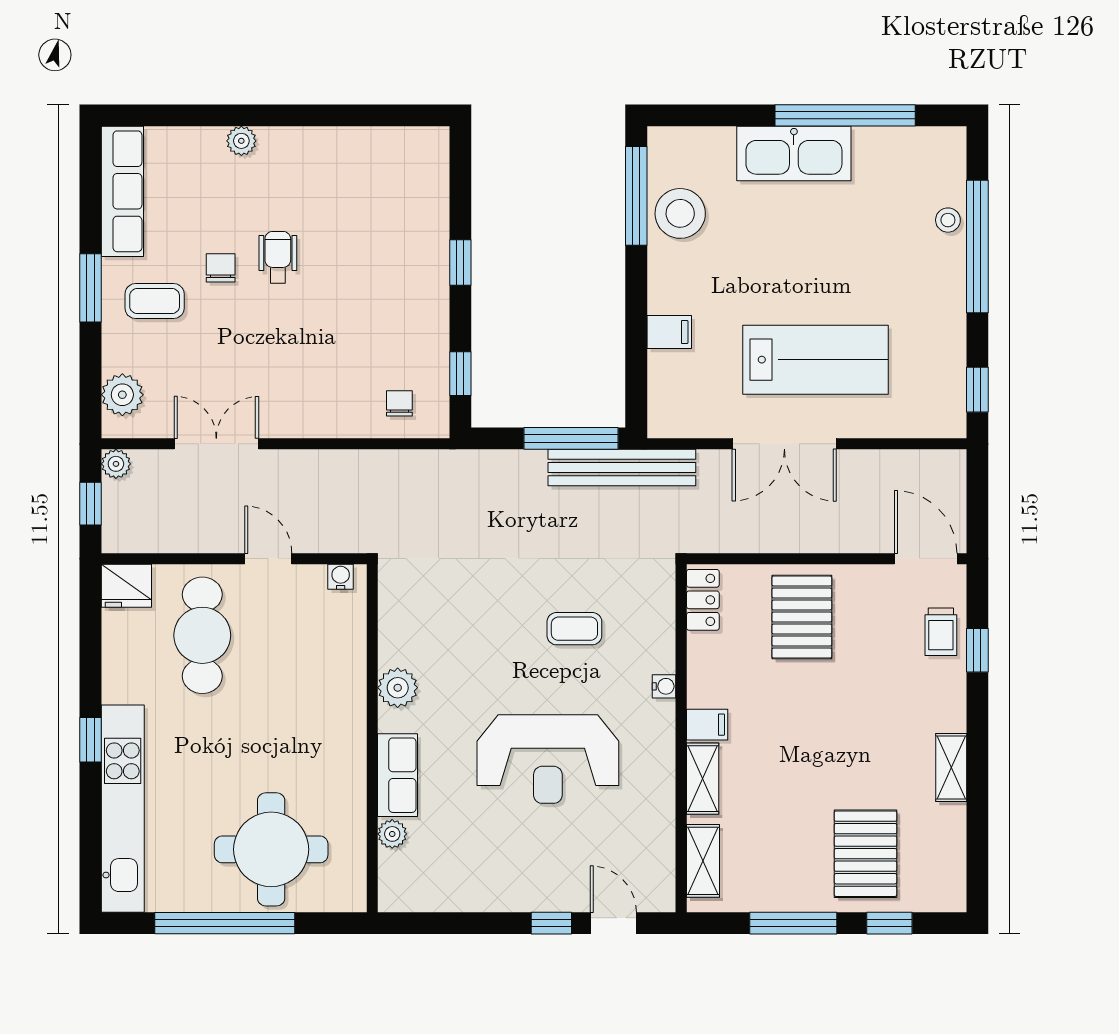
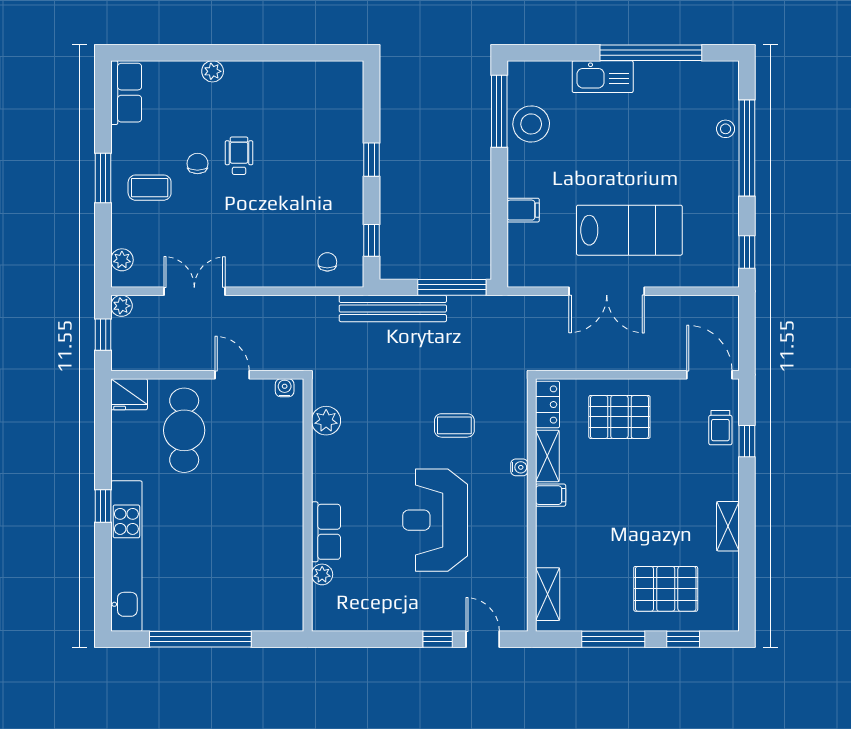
kitchen sink: (794, 153) -> (603, 77), width x0.73, depth x0.81
row of seats: (122, 191) -> (126, 93), width x0.68
plant: (122, 395) -> (122, 260), width x0.73, depth x0.73
bench: (622, 468) -> (393, 308), moved
pallet: (802, 617) -> (619, 417), turned 90
plant: (398, 688) -> (326, 421), moved
reception desk: (548, 759) -> (435, 520), turned 90
shelving: (703, 779) -> (547, 456), moved
round table: (271, 849) -> (234, 586), removed
pallet: (866, 854) -> (666, 589), turned 90

